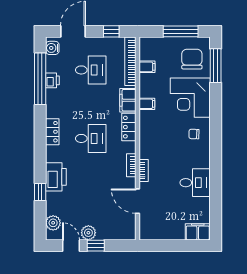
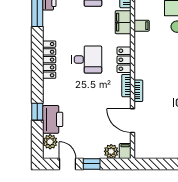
locker: (129, 127) -> (124, 60), moved
locker: (52, 132) -> (49, 60), width x1.53
printer: (56, 177) -> (53, 119), moved
filing cabinet: (130, 232) -> (125, 151), added
plant: (88, 233) -> (111, 151), moved

